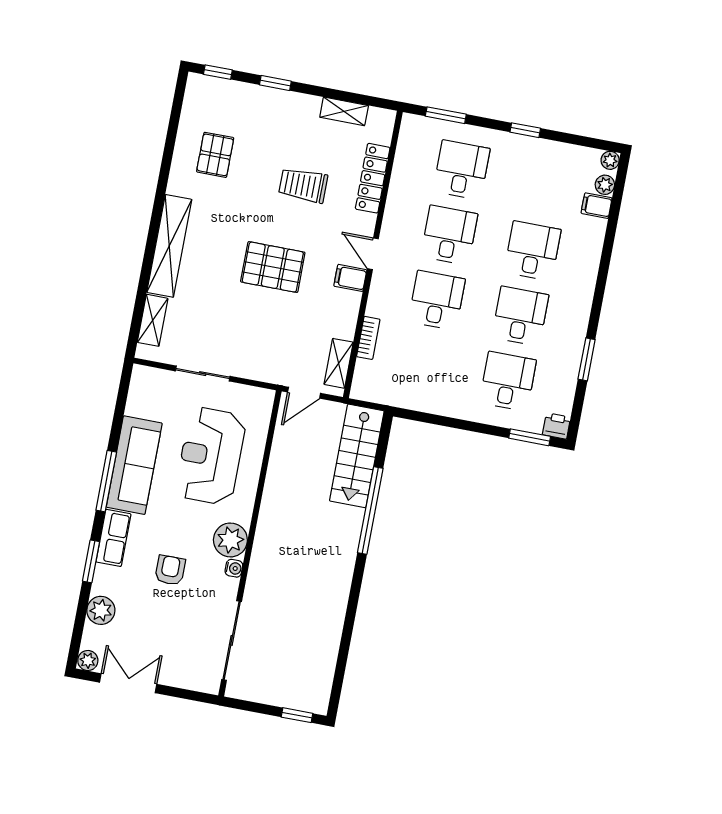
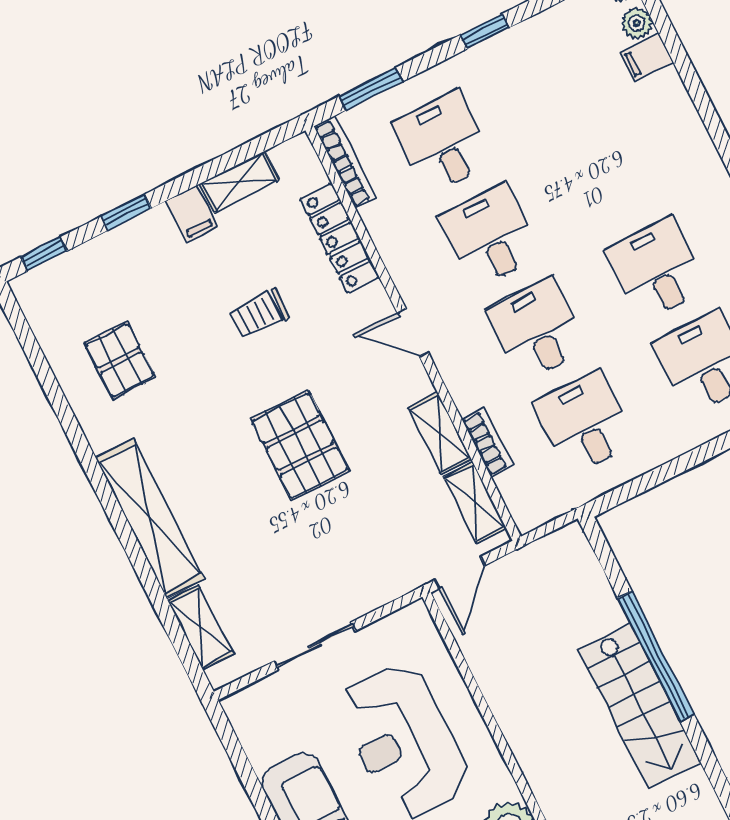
bookcase: (405, 142) -> (345, 162), added
trolley: (303, 185) -> (259, 314), width x0.73, depth x0.72
desk: (532, 251) -> (585, 423), moved
pallet: (273, 267) -> (300, 445), turned 90
filing cabinet: (350, 278) -> (192, 214), moved, turned -90
shelving: (348, 315) -> (440, 433), added
stairs: (357, 456) -> (639, 706), moved

